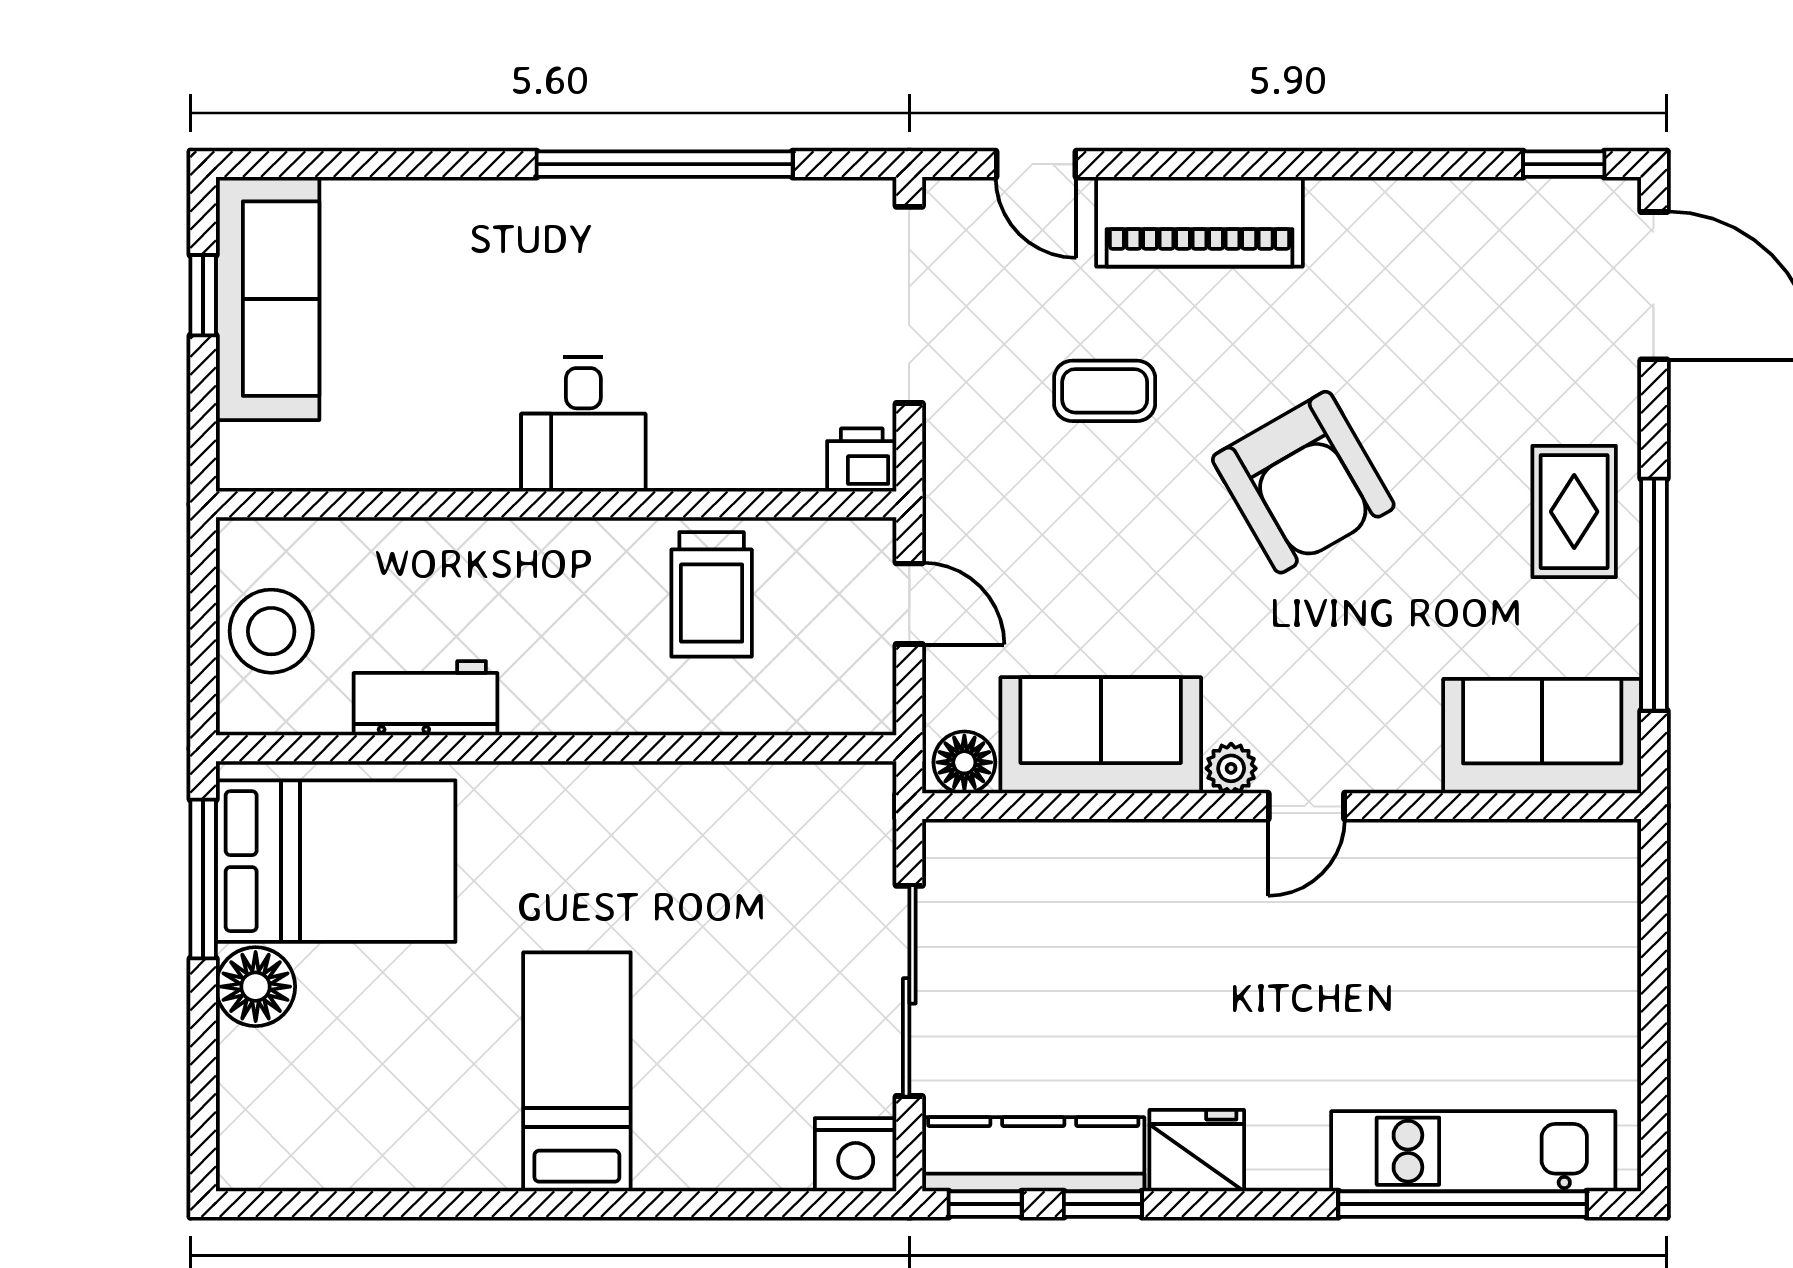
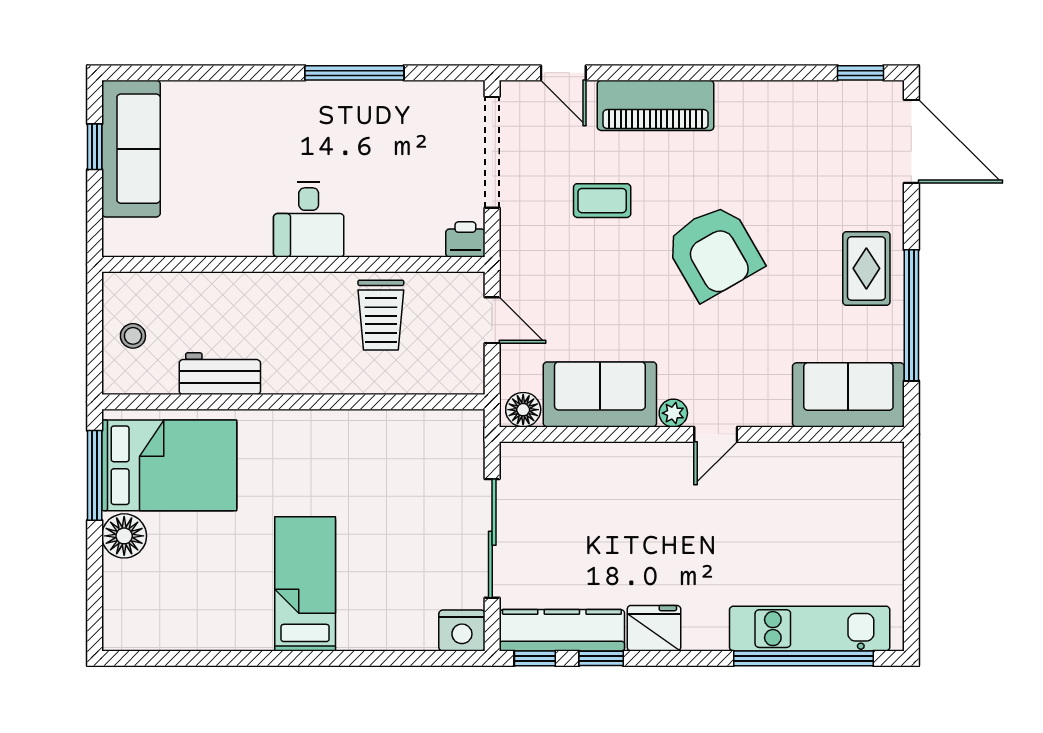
window: (665, 164) -> (354, 73), width x0.68
stool: (271, 631) -> (133, 336), width x0.53, depth x0.53

